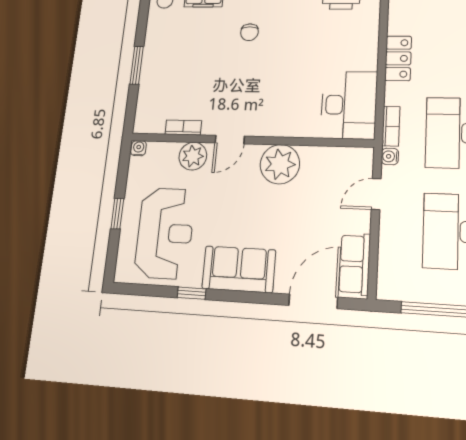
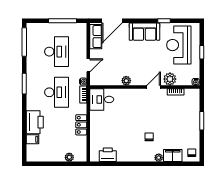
desk: (349, 105) -> (102, 99), width x0.73
plant: (280, 164) -> (126, 81), width x0.53, depth x0.53

